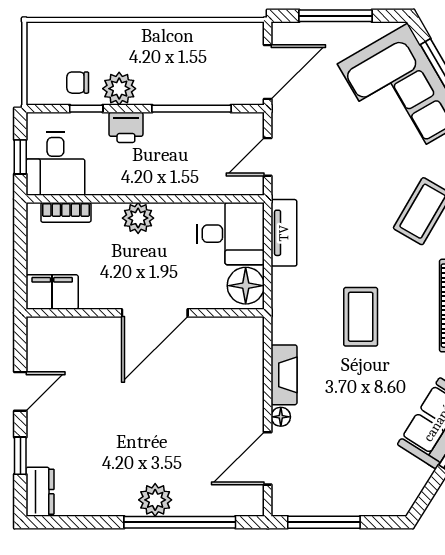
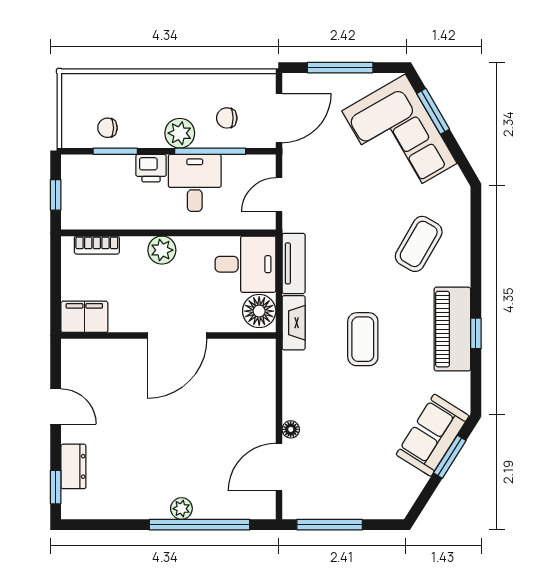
chair: (210, 72) -> (227, 118), added
plant: (119, 89) -> (180, 133), moved
window: (86, 109) -> (115, 151), width x1.50
desk: (55, 164) -> (195, 183), moved, turned 180
fireplace: (284, 375) -> (294, 323), moved
door: (20, 391) -> (56, 407), hinge flipped
window: (20, 456) -> (56, 487), moved
dresser: (40, 492) -> (73, 466), moved
plant: (155, 500) -> (181, 509), width x0.73, depth x0.73

